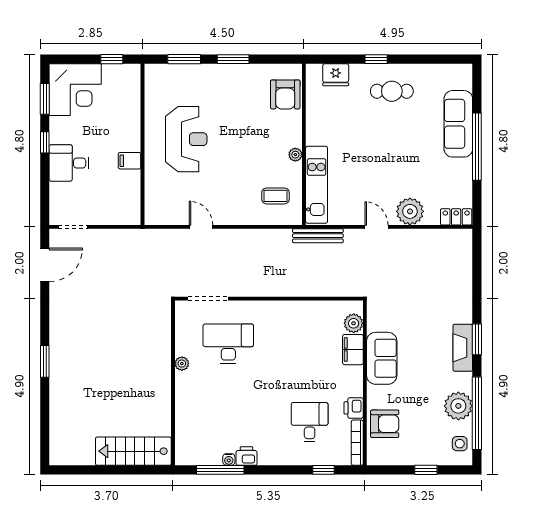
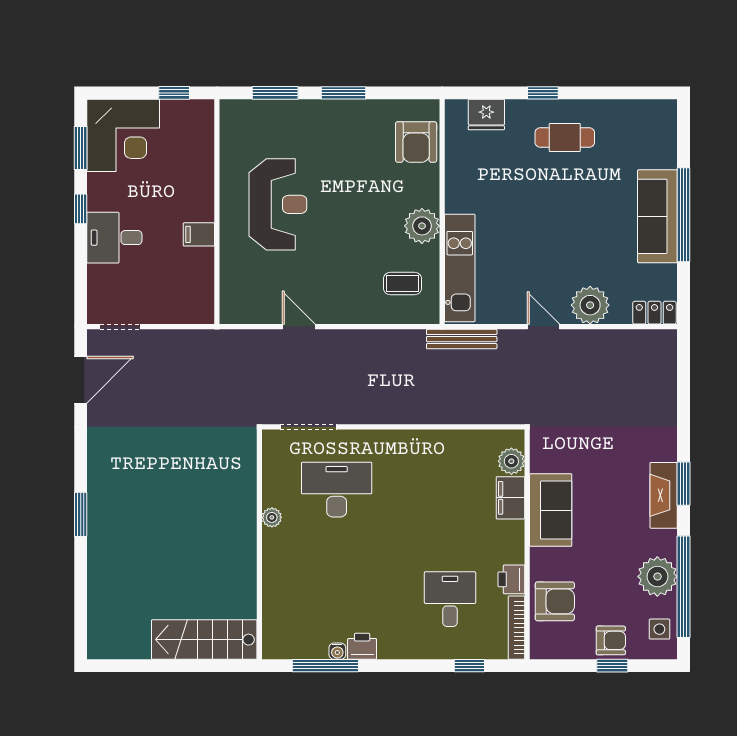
sofa: (458, 124) -> (657, 216), moved
plant: (295, 155) -> (422, 226), width x1.88, depth x1.88
armchair: (425, 452) -> (611, 640), added

